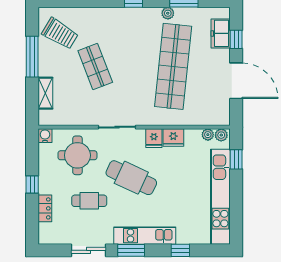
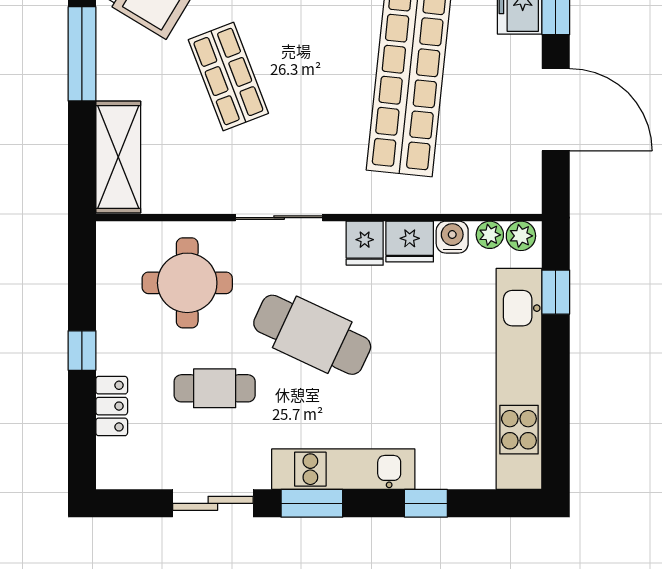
shelving: (45, 93) -> (118, 157), width x1.50, depth x1.33
water cooler: (45, 136) -> (452, 237), moved

